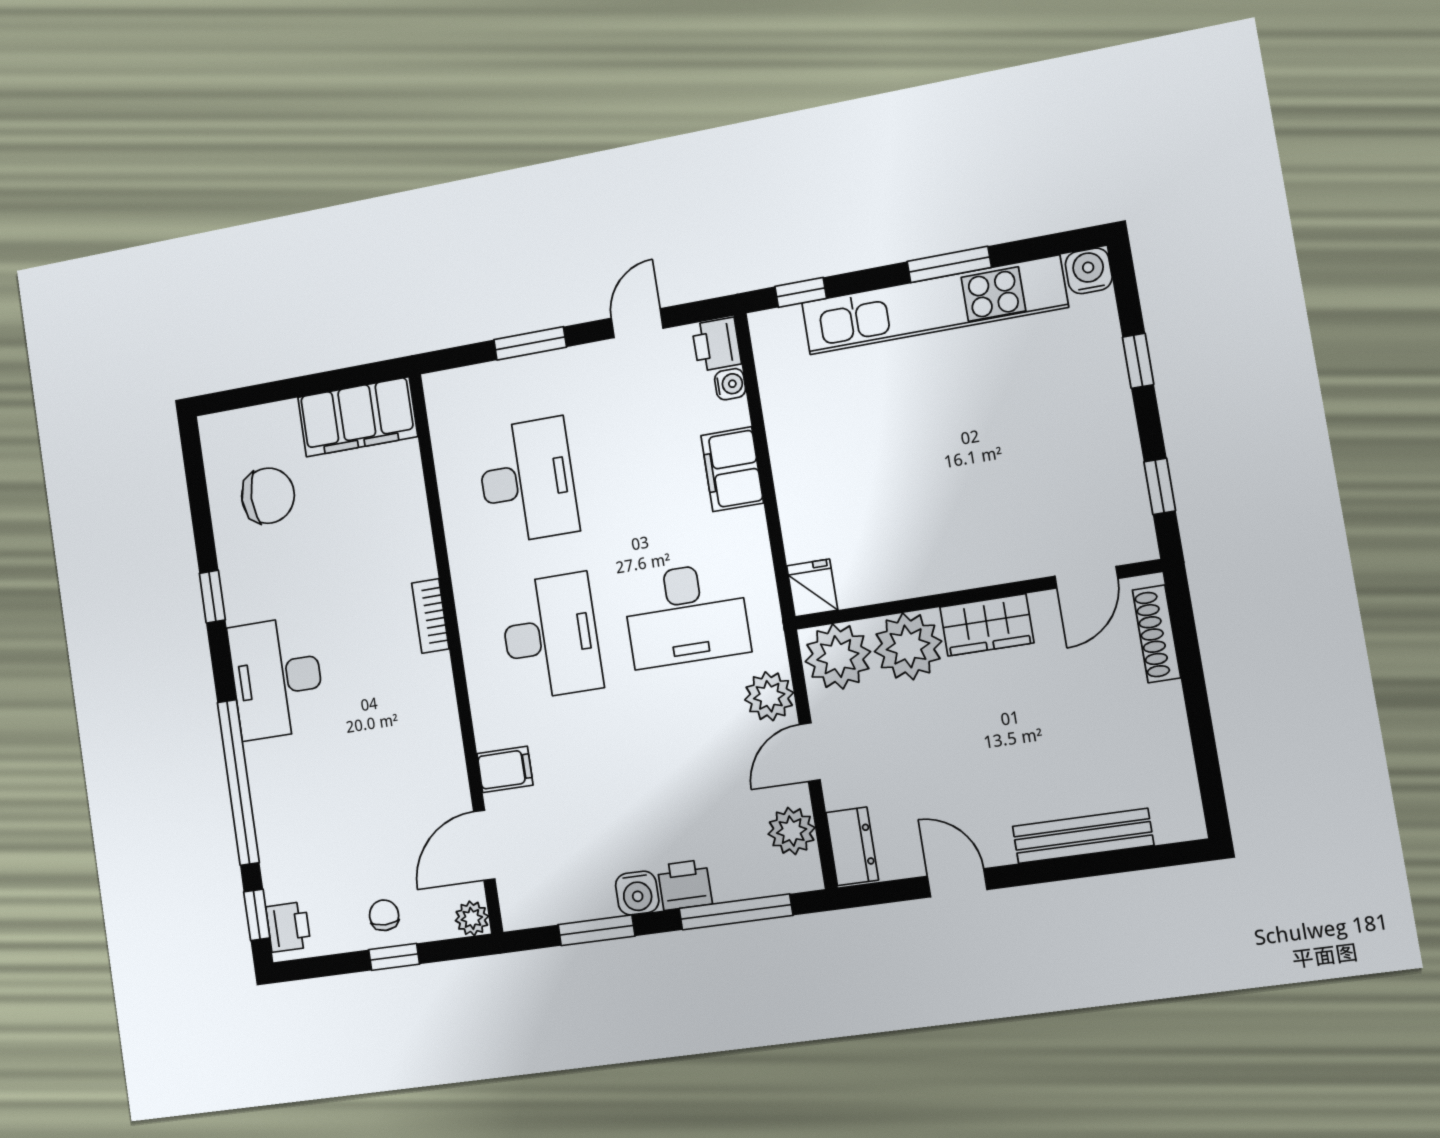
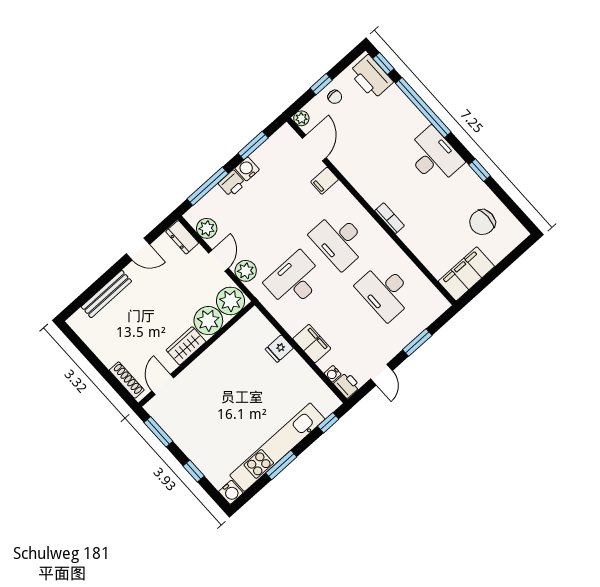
window: (1160, 486) -> (158, 432), width x1.50
fridge: (812, 588) -> (279, 349), moved, turned 90
printer: (288, 927) -> (371, 77), width x1.87, depth x1.48

